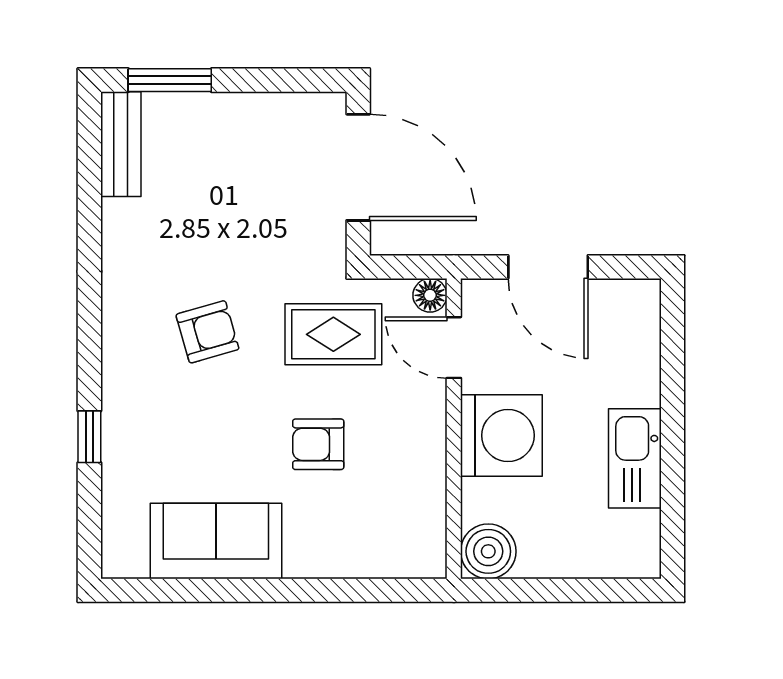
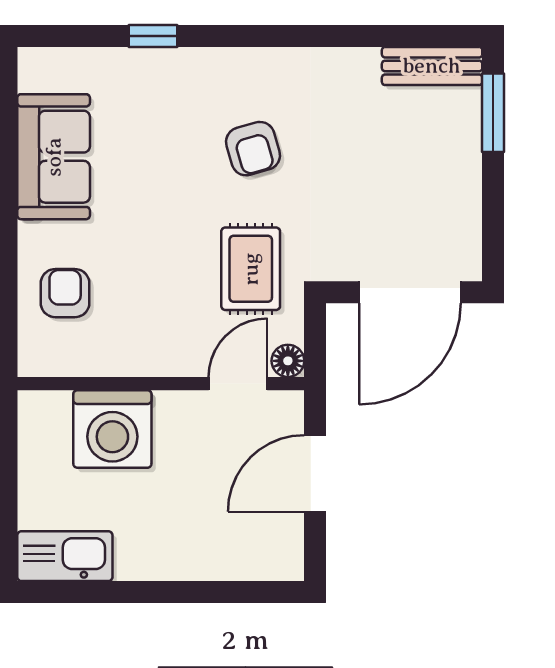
washing machine: (501, 435) -> (112, 429), moved
armchair: (318, 444) -> (65, 293), moved
kitchen sink: (635, 458) -> (65, 556), moved
boiler: (488, 551) -> (44, 416), removed

